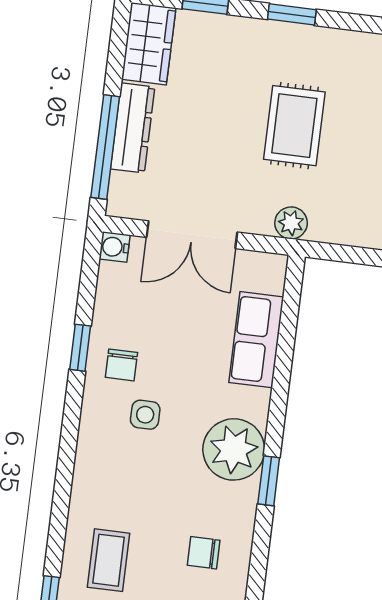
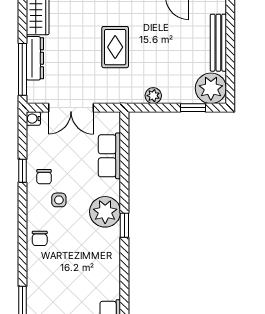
plant: (291, 223) -> (153, 96), moved
chair: (204, 553) -> (40, 238), moved, turned -90
coffee table: (109, 560) -> (50, 275), removed

